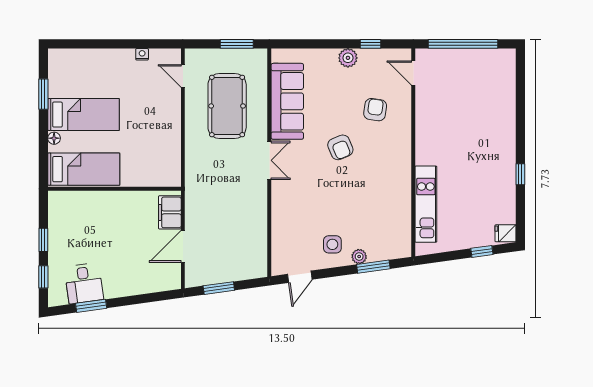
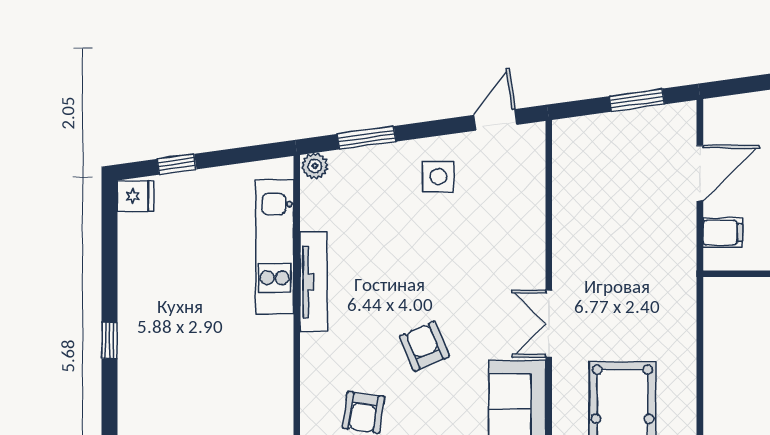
window: (520, 174) -> (109, 341), moved
tv unit: (404, 184) -> (313, 282), added
filing cabinet: (170, 212) -> (723, 233), width x0.50
plant: (359, 257) -> (315, 166), moved

